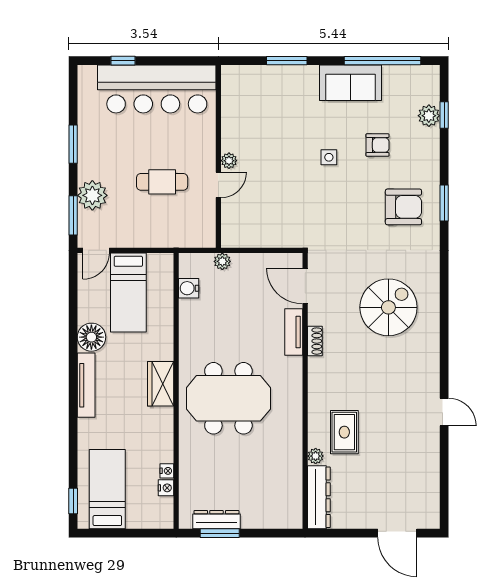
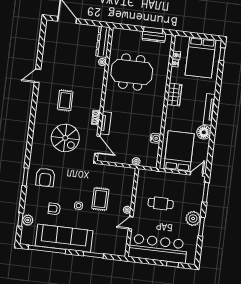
sofa: (351, 83) -> (64, 238), width x1.85, depth x1.27
rug: (286, 176) -> (100, 199), added
door: (218, 185) -> (131, 223), moved
plant: (92, 195) -> (193, 219), moved
armchair: (403, 207) -> (45, 177), turned -90
water cooler: (189, 288) -> (155, 138), moved
bed: (128, 293) -> (179, 151), width x1.50
spiral stairs: (388, 307) -> (65, 138), moved, turned -90
wardrobe: (161, 384) -> (174, 95), moved
meeting table: (228, 398) -> (132, 72), moved
door: (444, 412) -> (37, 76), hinge flipped
rug: (344, 432) -> (65, 100), moved
bed: (107, 489) -> (201, 57), width x1.50

